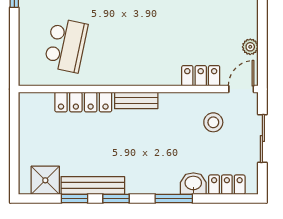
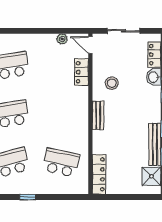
locker: (83, 102) -> (99, 174), moved
stool: (213, 122) -> (112, 83), moved

